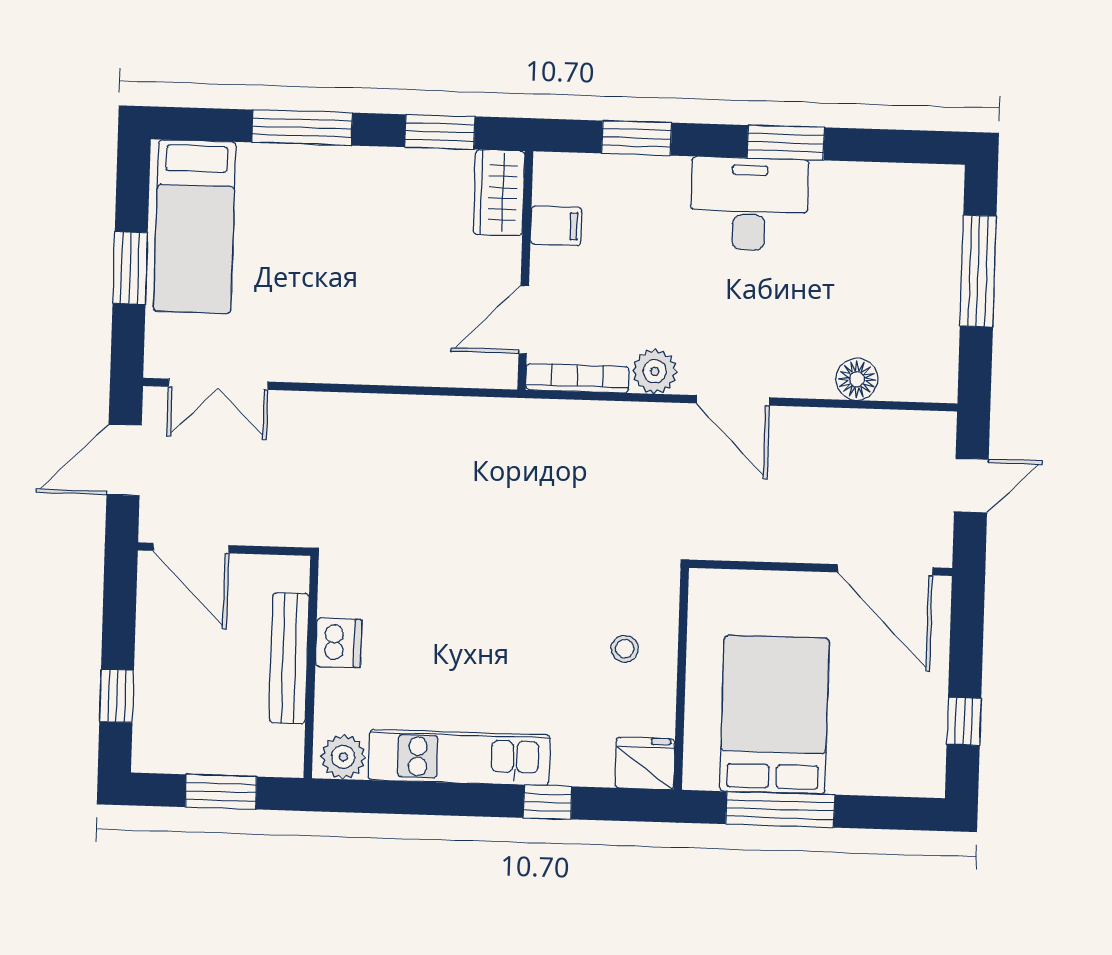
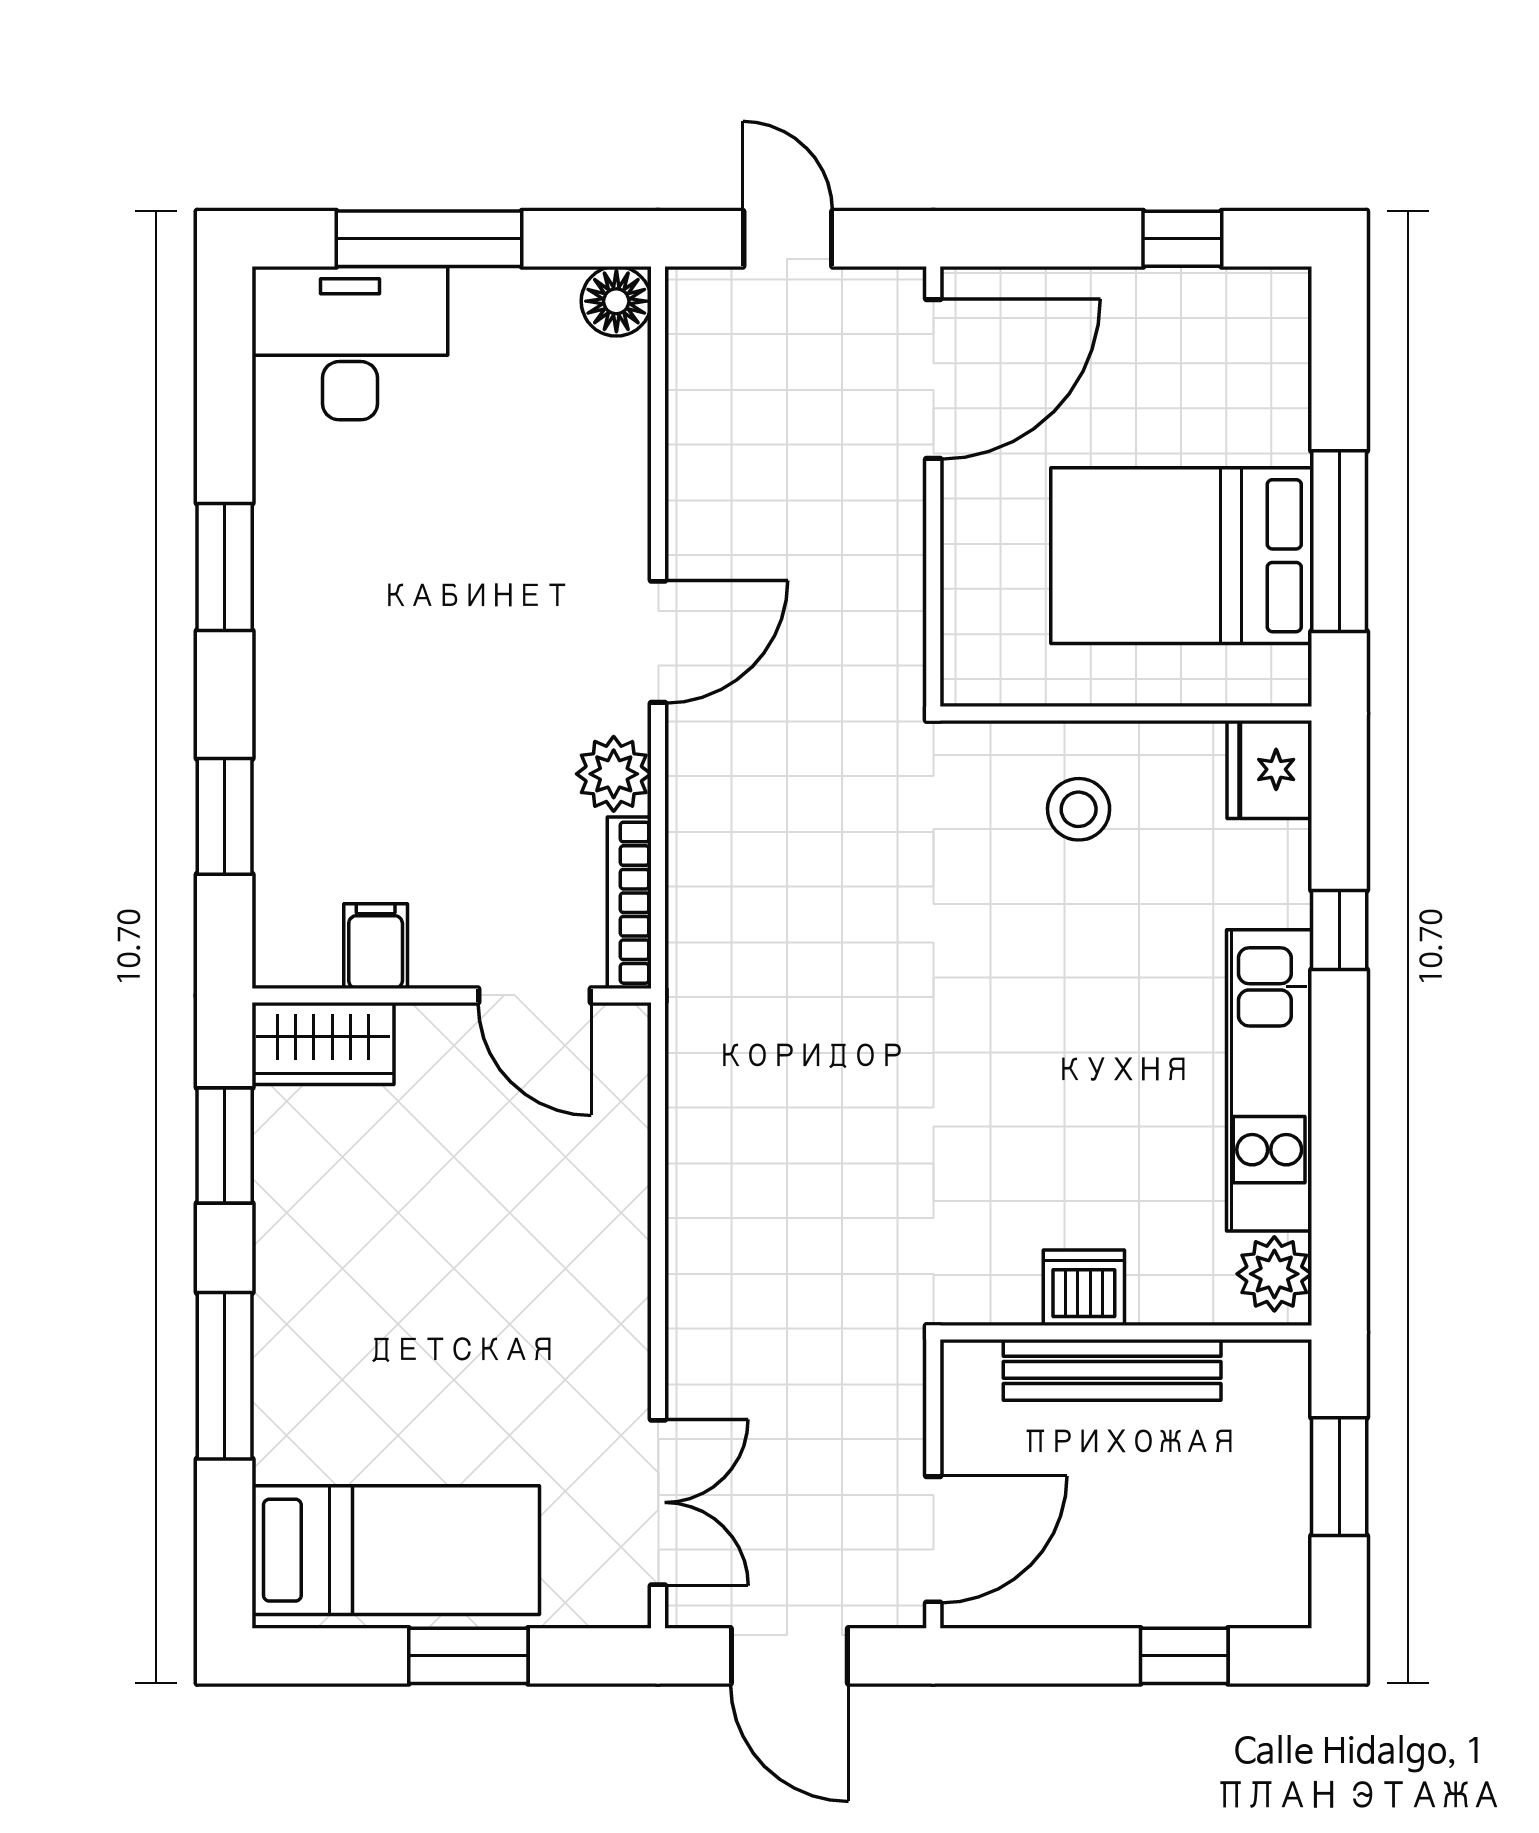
desk: (749, 204) -> (350, 343), moved, turned 90
floor lamp: (857, 379) -> (616, 301), moved
stool: (625, 649) -> (1079, 809), width x1.37, depth x1.37

